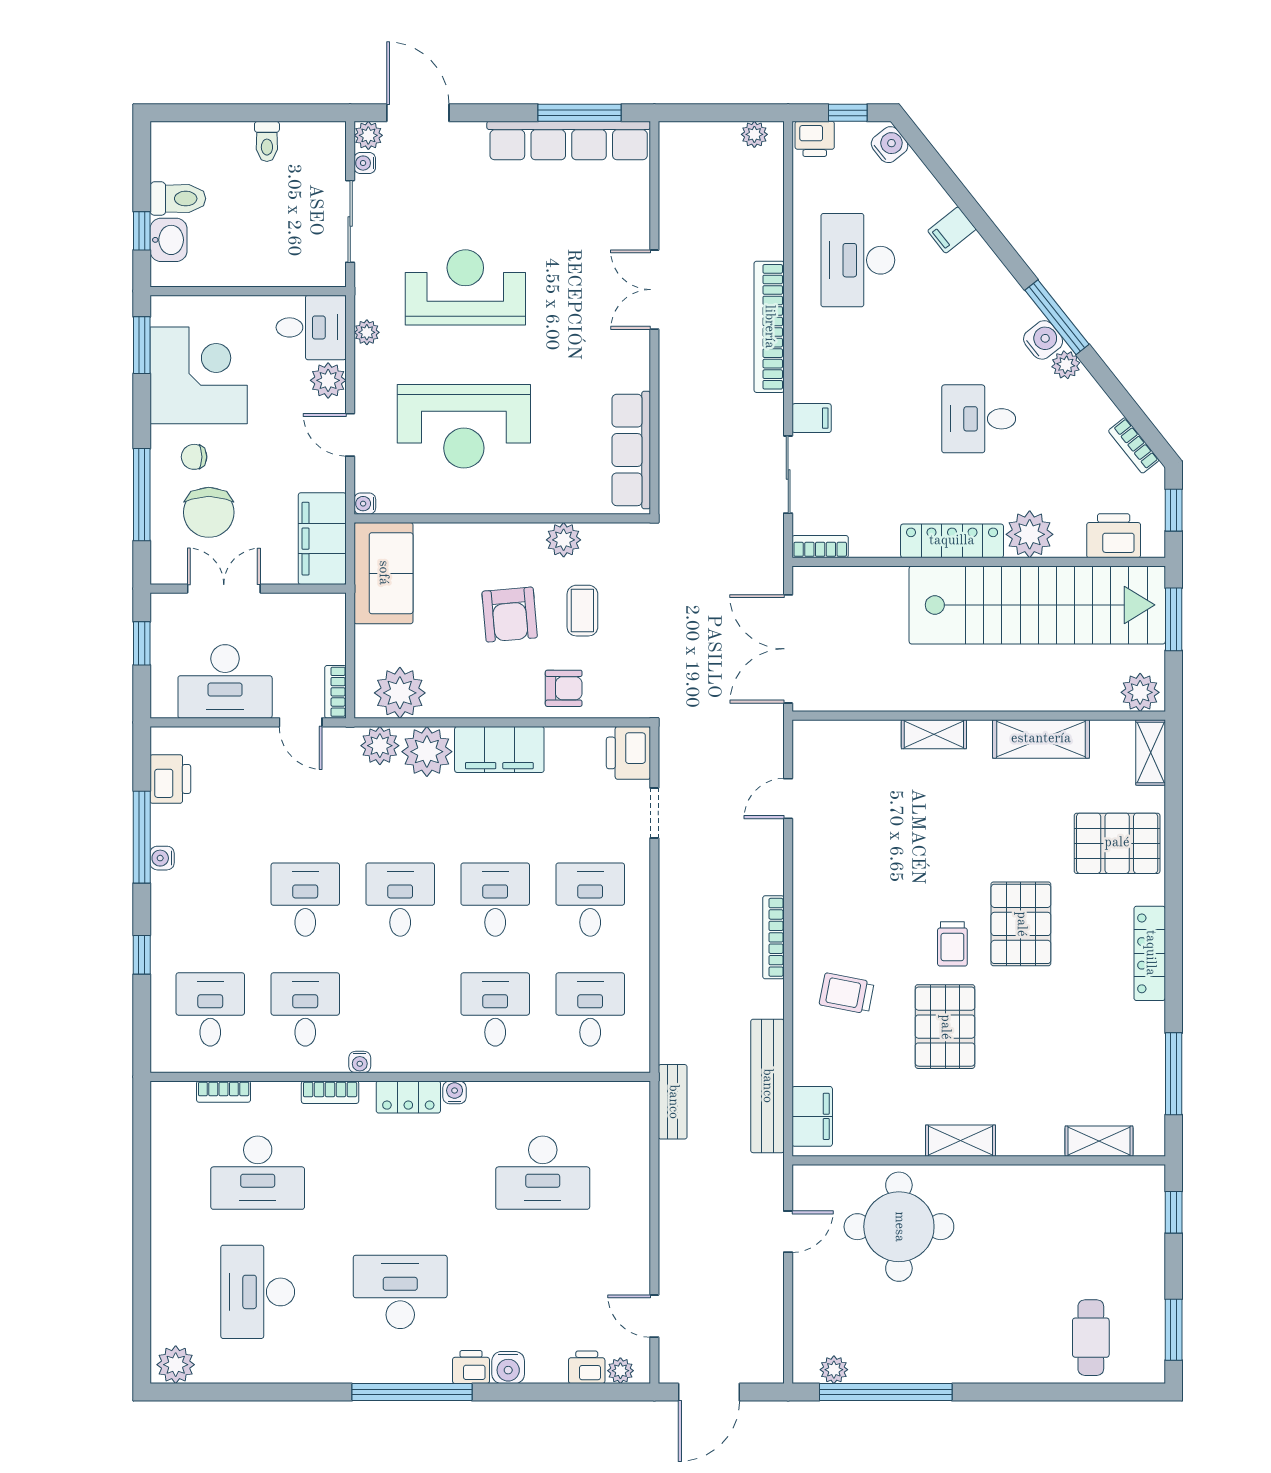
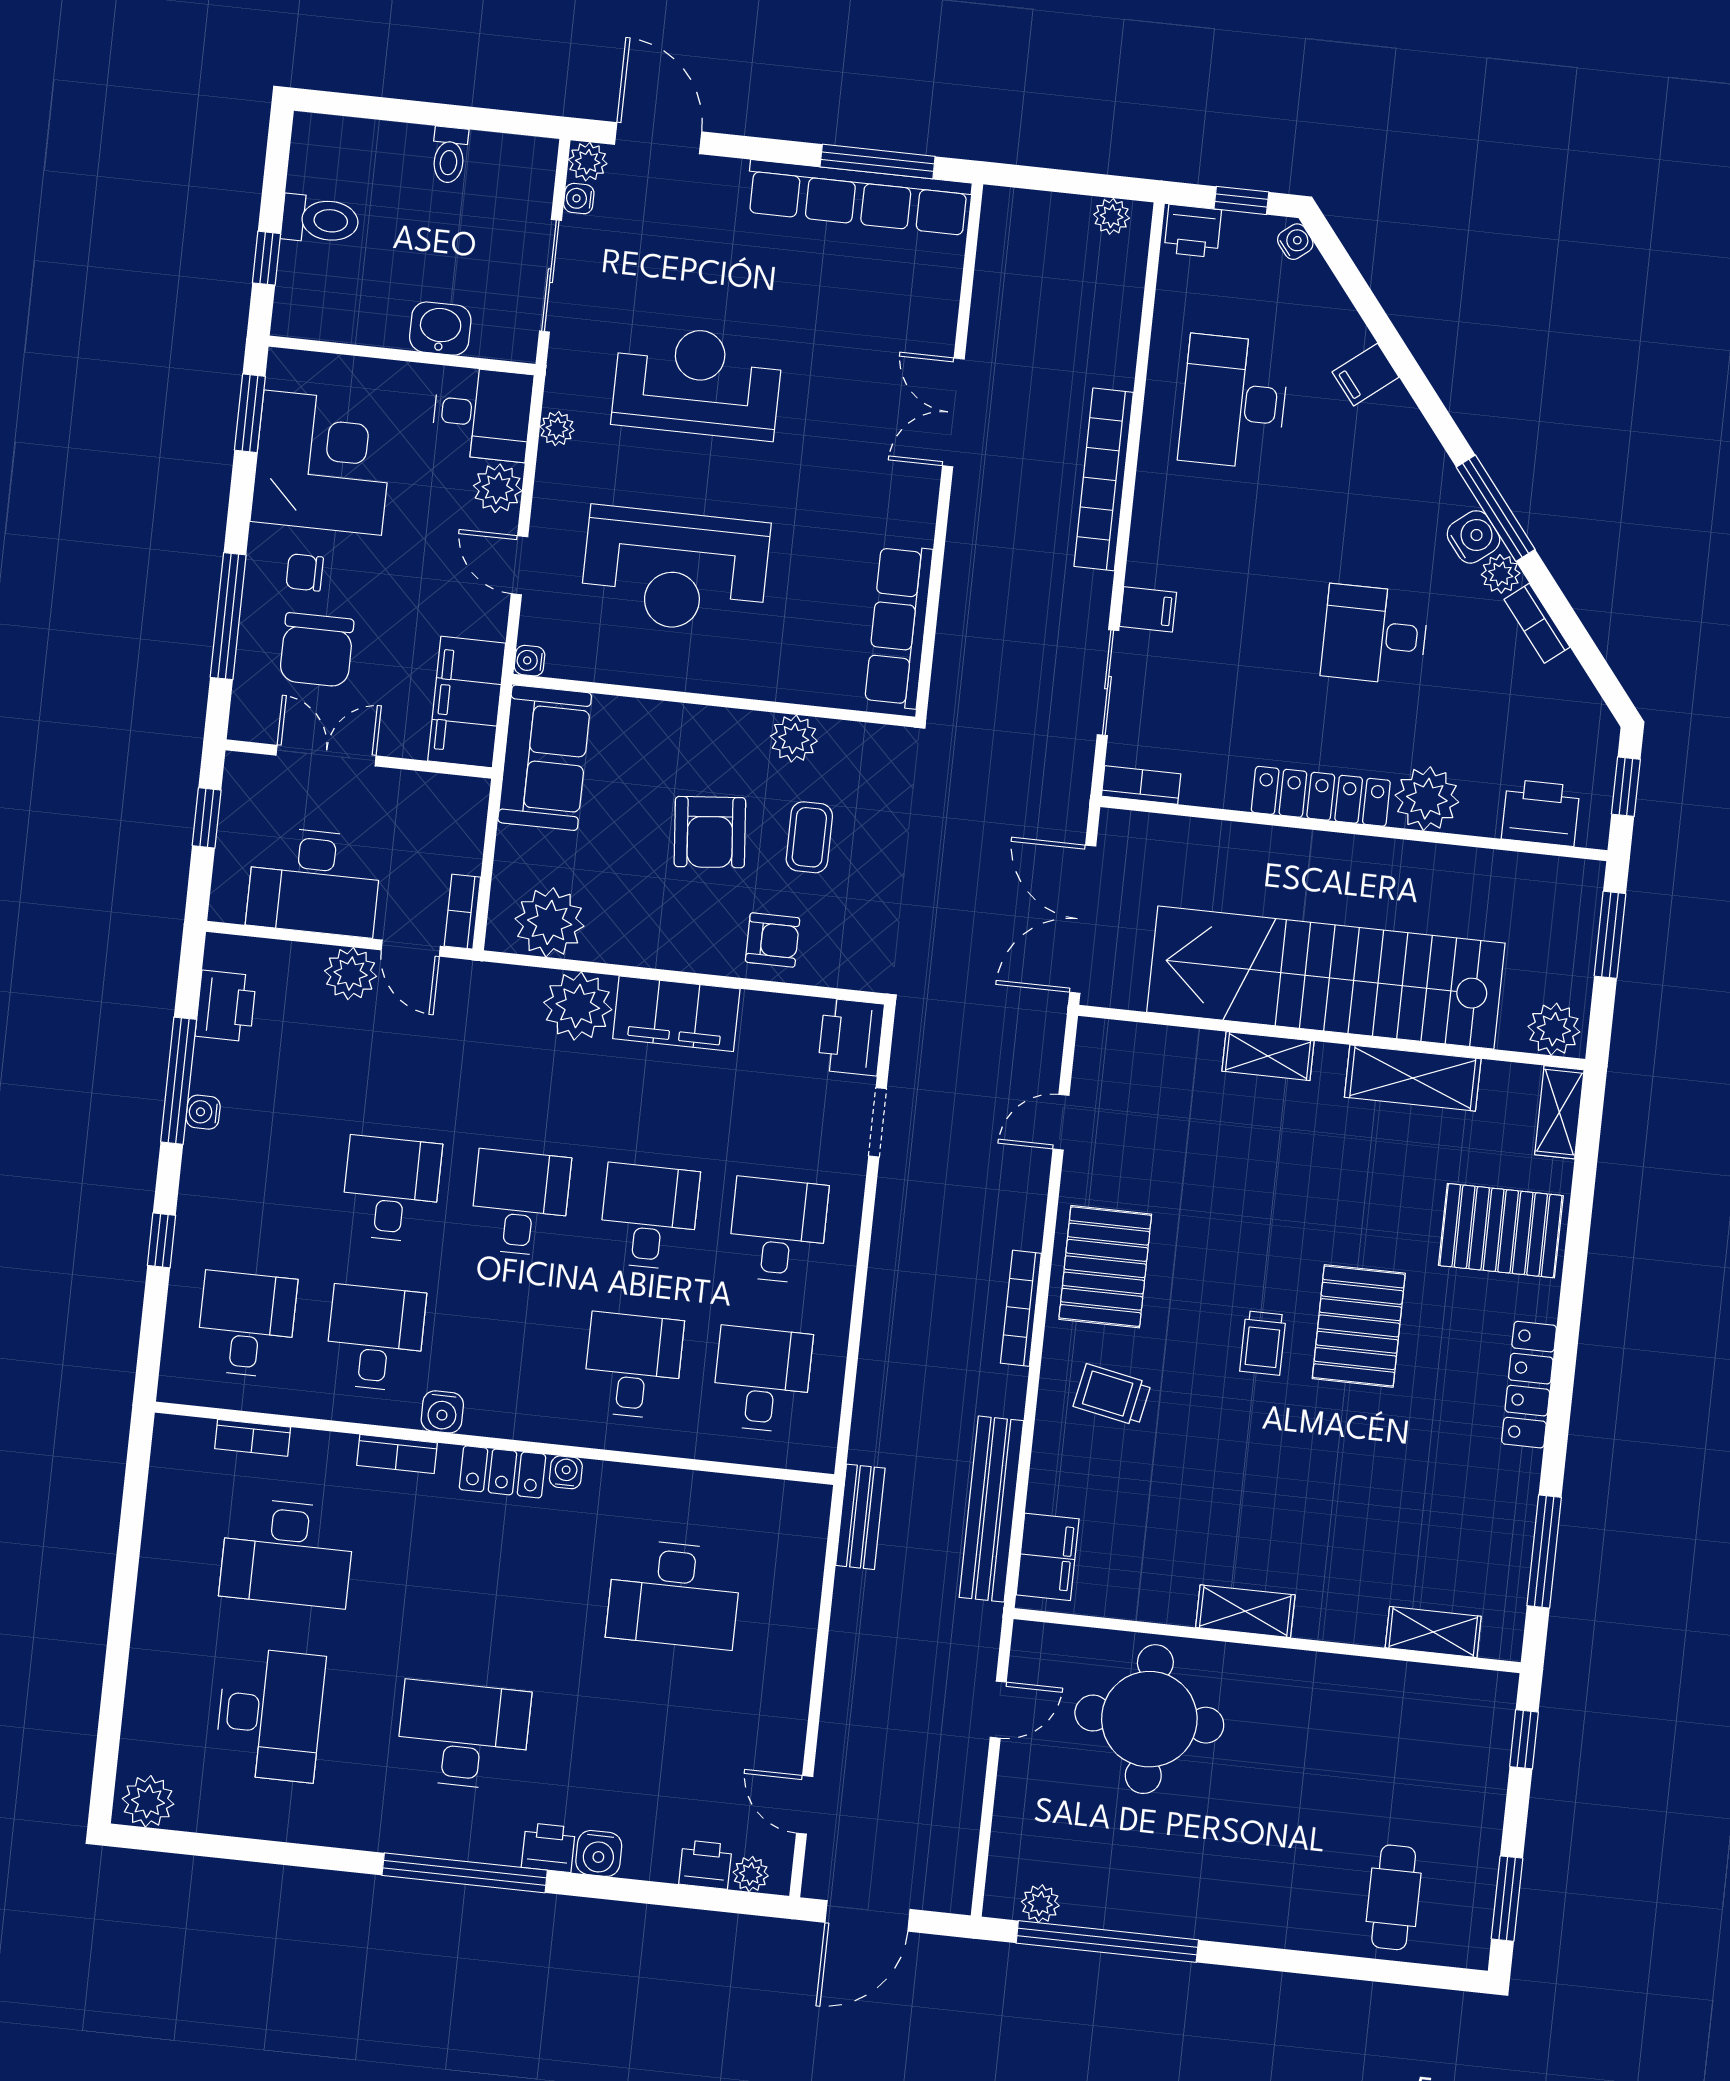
water cooler: (890, 145) -> (1295, 242), width x0.72, depth x0.72
washbasin: (169, 240) -> (440, 329), moved, turned -90
bookcase: (1134, 445) -> (1537, 623), moved
stairs: (1037, 605) -> (1326, 978), moved, turned 180
plant: (380, 746) -> (351, 974), moved
pallet: (945, 1027) -> (1105, 1267), moved
water cooler: (360, 1062) -> (442, 1412), width x1.38, depth x1.38
desk: (258, 1292) -> (270, 1715), turned 180

